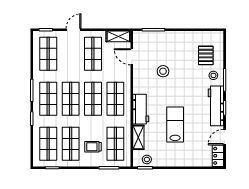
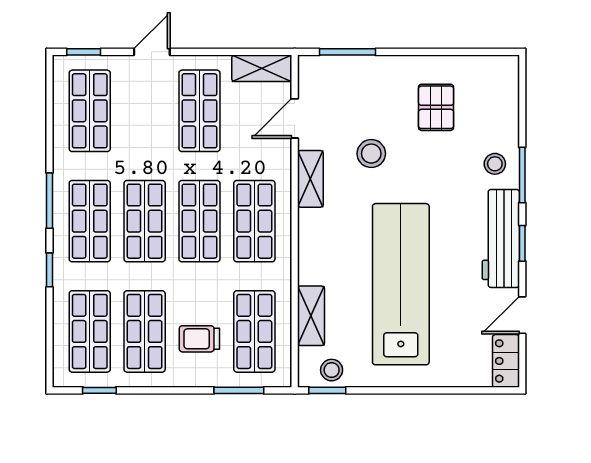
pallet: (206, 55) -> (436, 107), moved
door: (132, 57) -> (295, 118), hinge flipped
shelving: (138, 82) -> (310, 179), added
workbench: (141, 109) -> (317, 247), removed
lab bench: (175, 124) -> (401, 284), width x1.86, depth x1.39

